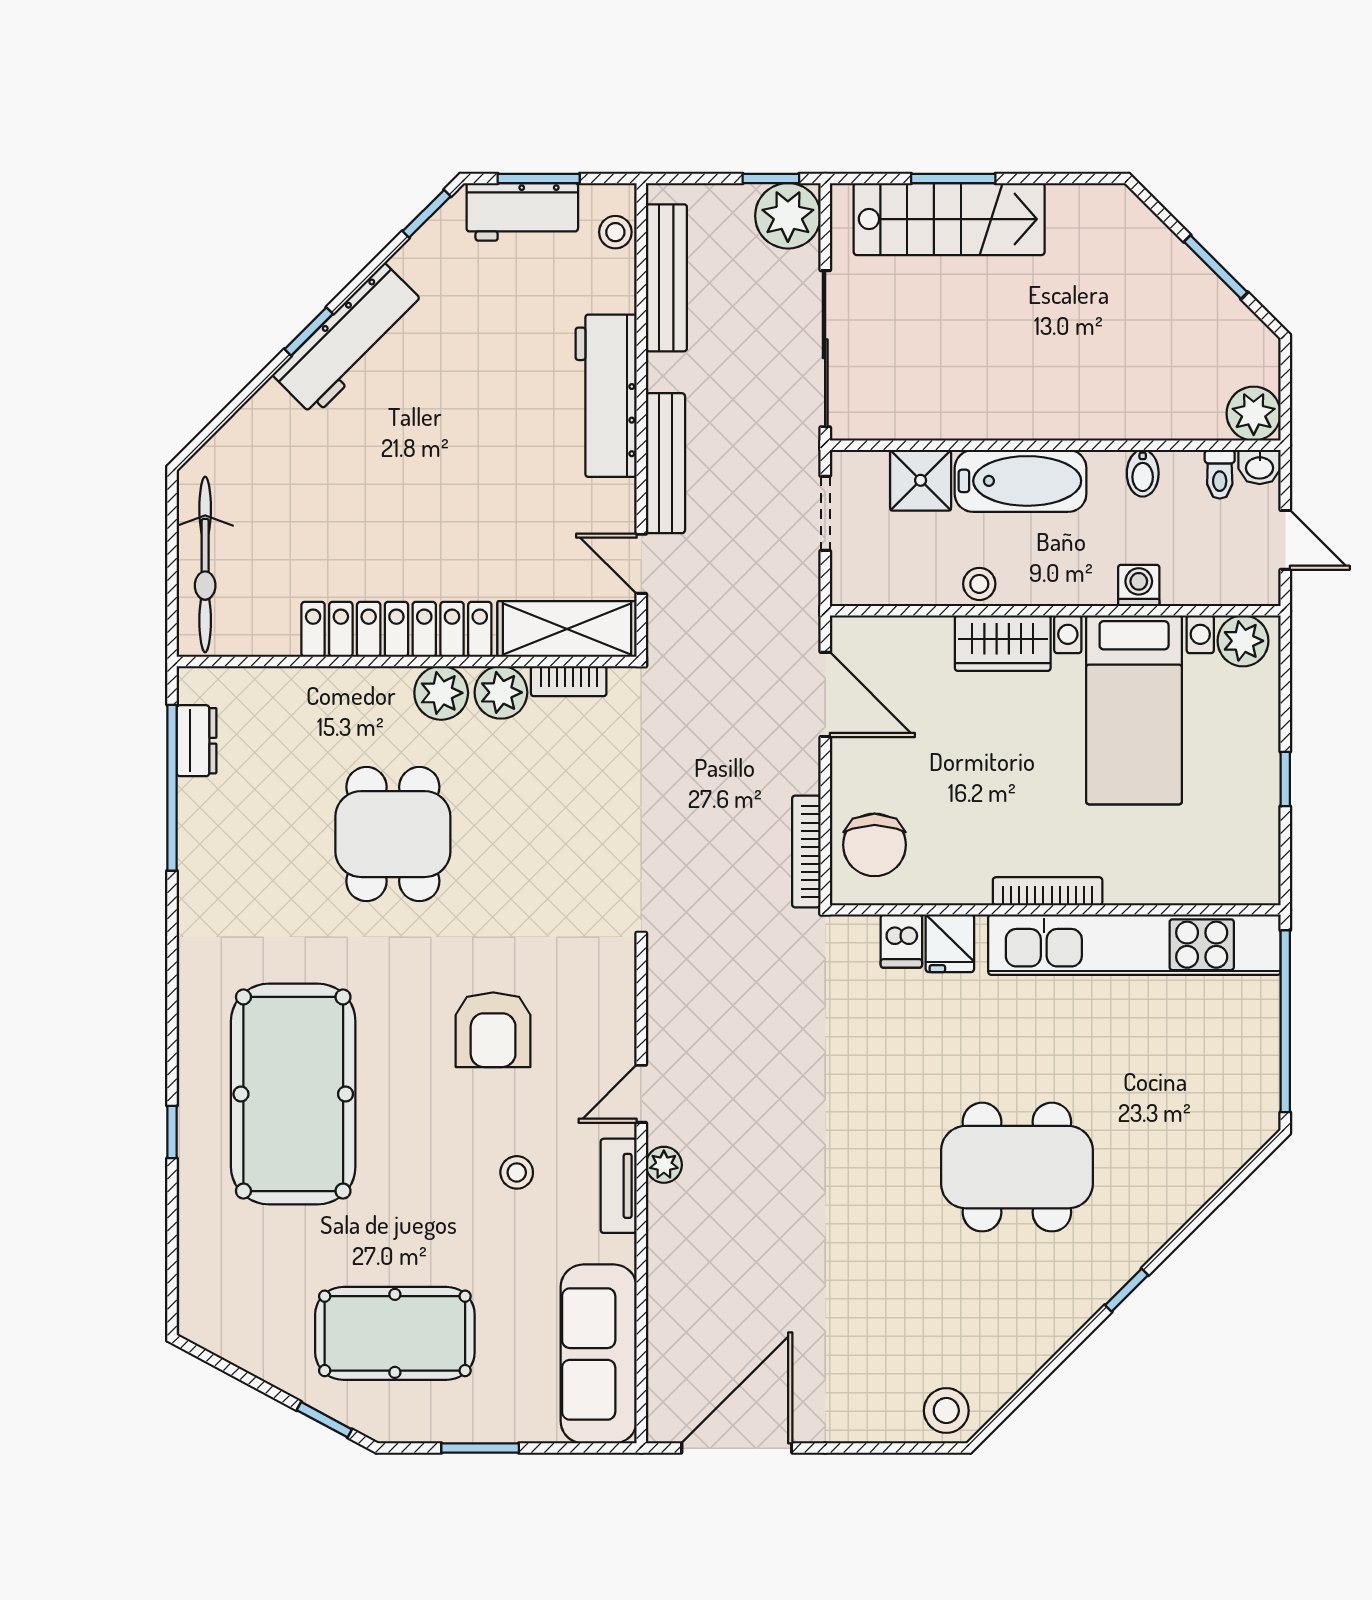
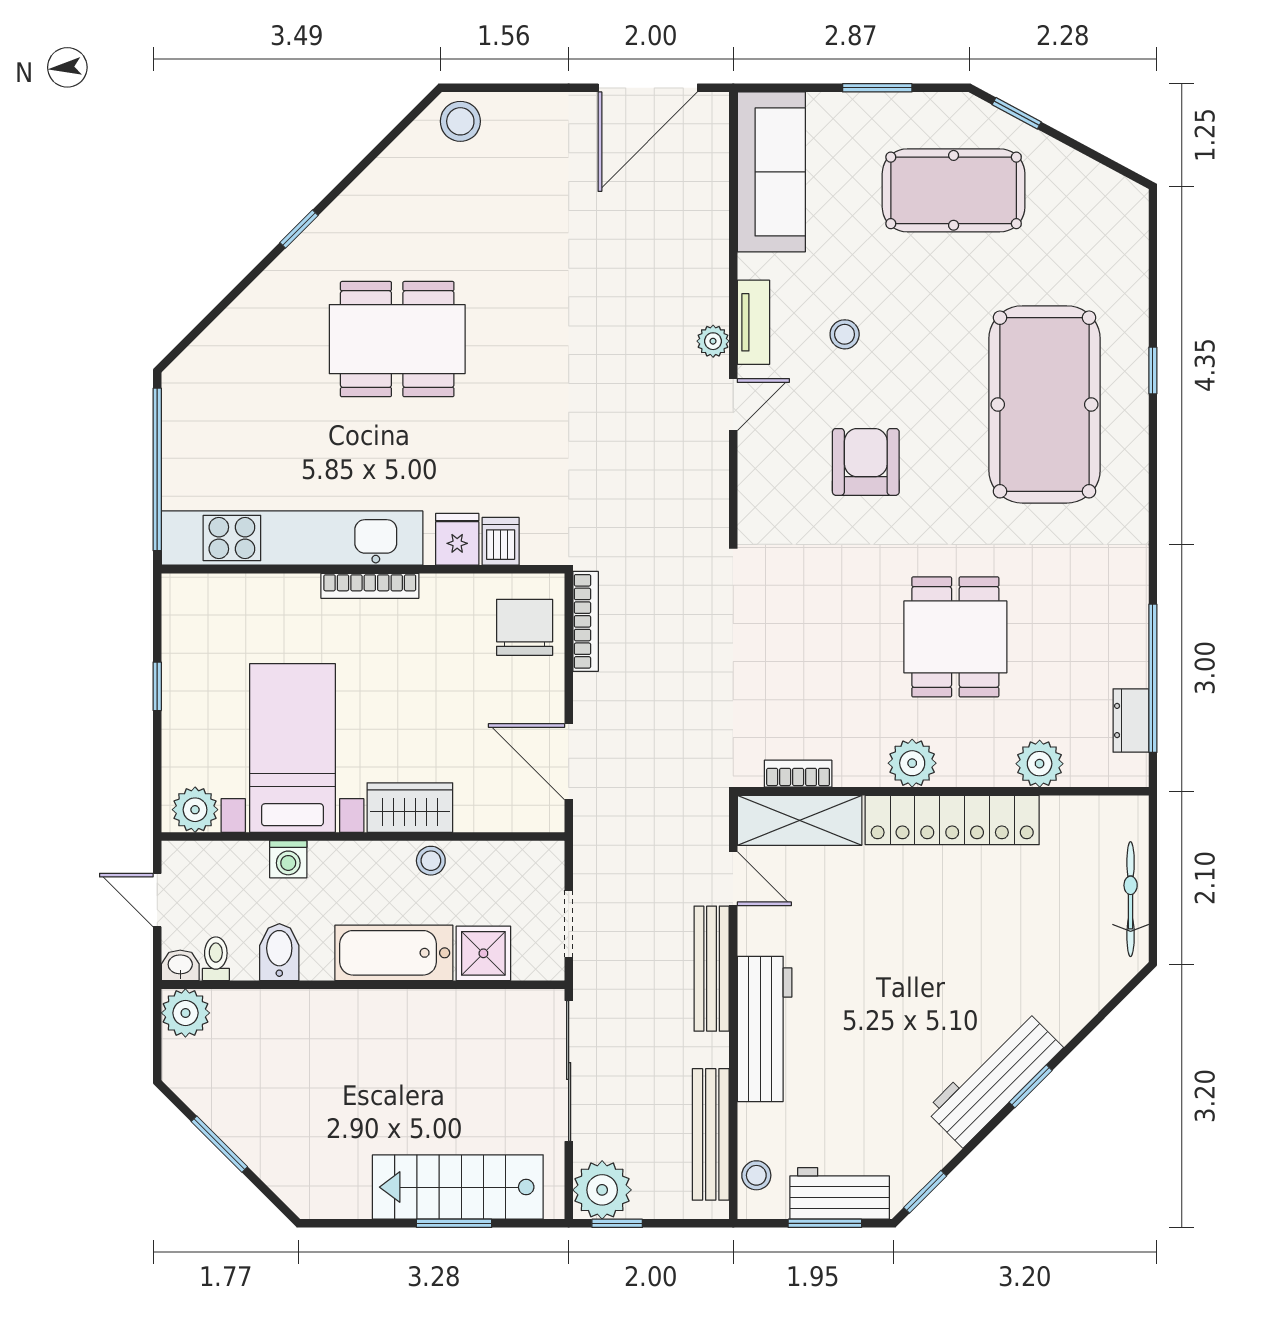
bidet: (1143, 473) -> (279, 952), width x1.38, depth x1.36
bicycle: (205, 564) -> (1131, 899), width x0.73, depth x0.71
plant: (501, 692) -> (1040, 764), moved

